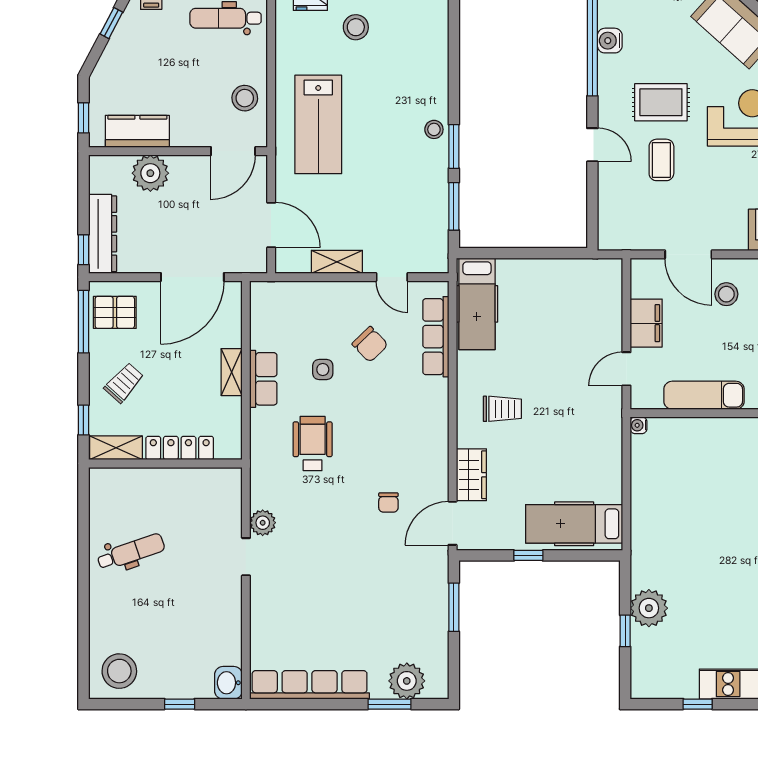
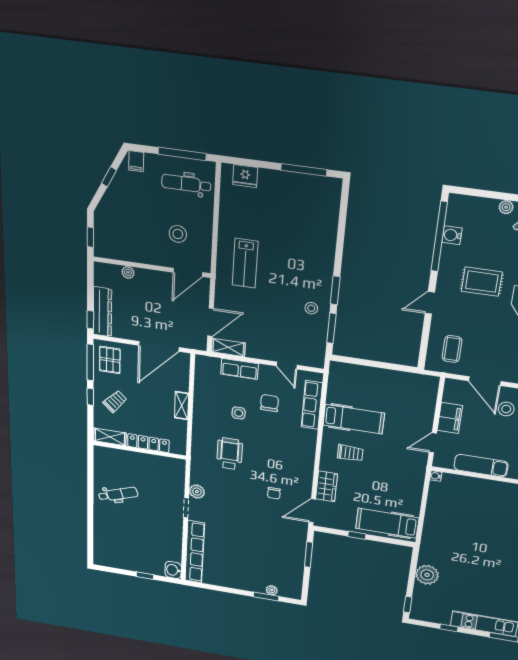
stool: (356, 27) -> (275, 202), removed
stool: (245, 98) -> (178, 234), moved
lab bench: (318, 124) -> (245, 263), width x0.73, depth x0.72
stool: (434, 129) -> (311, 308), moved
kitchen counter: (137, 131) -> (125, 251), removed
door: (592, 145) -> (430, 303), swing flipped
coffee table: (661, 160) -> (452, 349), moved
plant: (150, 173) -> (128, 272), width x0.53, depth x0.53
door: (271, 225) -> (211, 322), hinge flipped
shelving: (337, 262) -> (228, 348), moved
hospital bed: (477, 304) -> (354, 419), moved, turned -90
pallet: (115, 312) -> (110, 360), turned 90
chair: (370, 344) -> (269, 403), turned -136
row of seats: (263, 379) -> (240, 369), moved, turned 90
window: (83, 420) -> (90, 397), moved
window: (625, 631) -> (408, 604), moved
stool: (119, 671) -> (111, 554), removed
plant: (407, 681) -> (272, 590), width x0.53, depth x0.53
row of seats: (310, 685) -> (195, 552), moved, turned 90

